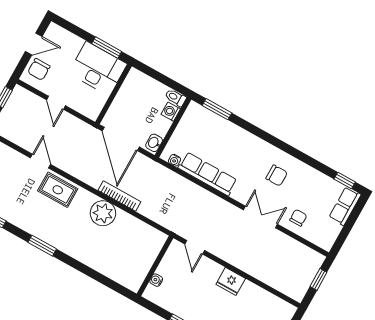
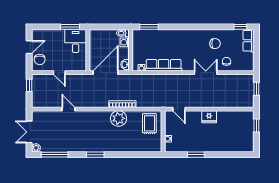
desk: (98, 69) -> (76, 41), width x0.73
door: (121, 139) -> (106, 73), swing flipped
chair: (277, 175) -> (215, 44), moved
rug: (58, 190) -> (149, 123), moved, turned 90

